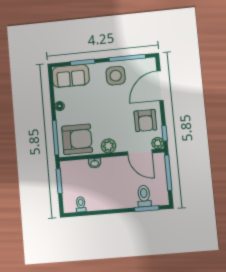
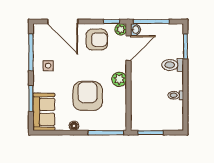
side table: (116, 76) -> (48, 66), width x0.54, depth x0.54
armchair: (77, 139) -> (88, 96), moved
washbasin: (95, 163) -> (135, 30), moved
toilet: (144, 196) -> (173, 65), moved
toilet: (81, 204) -> (176, 95), moved

